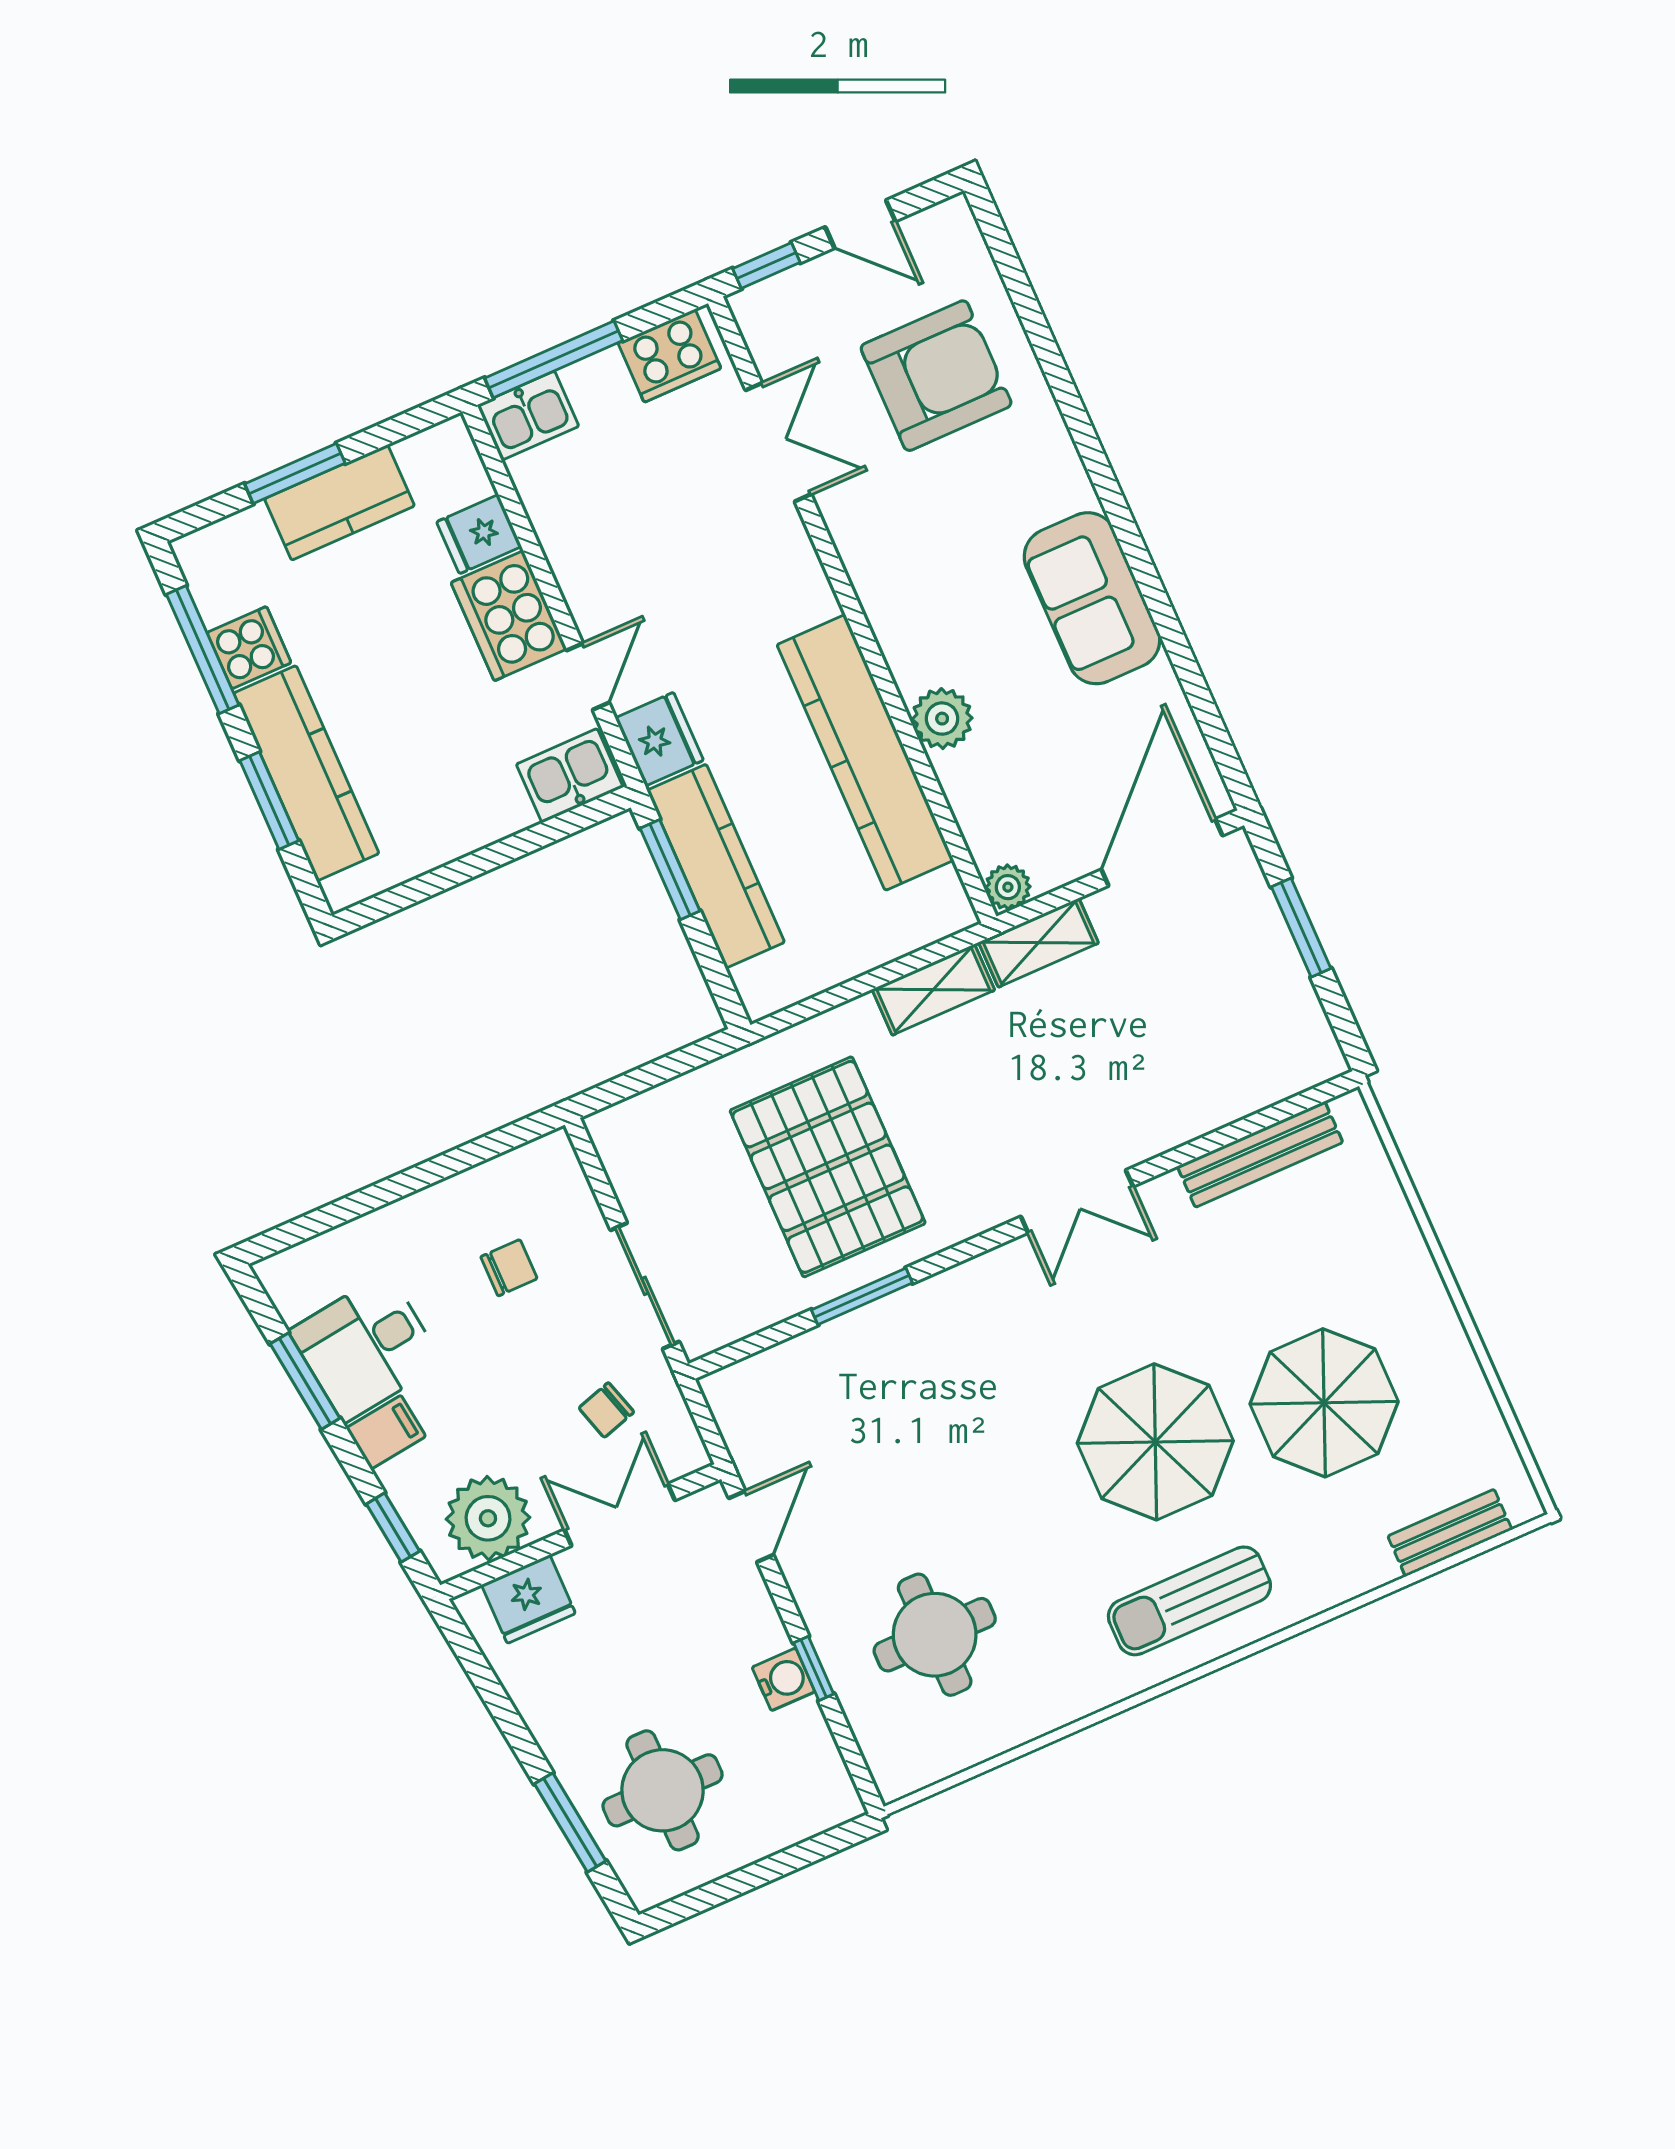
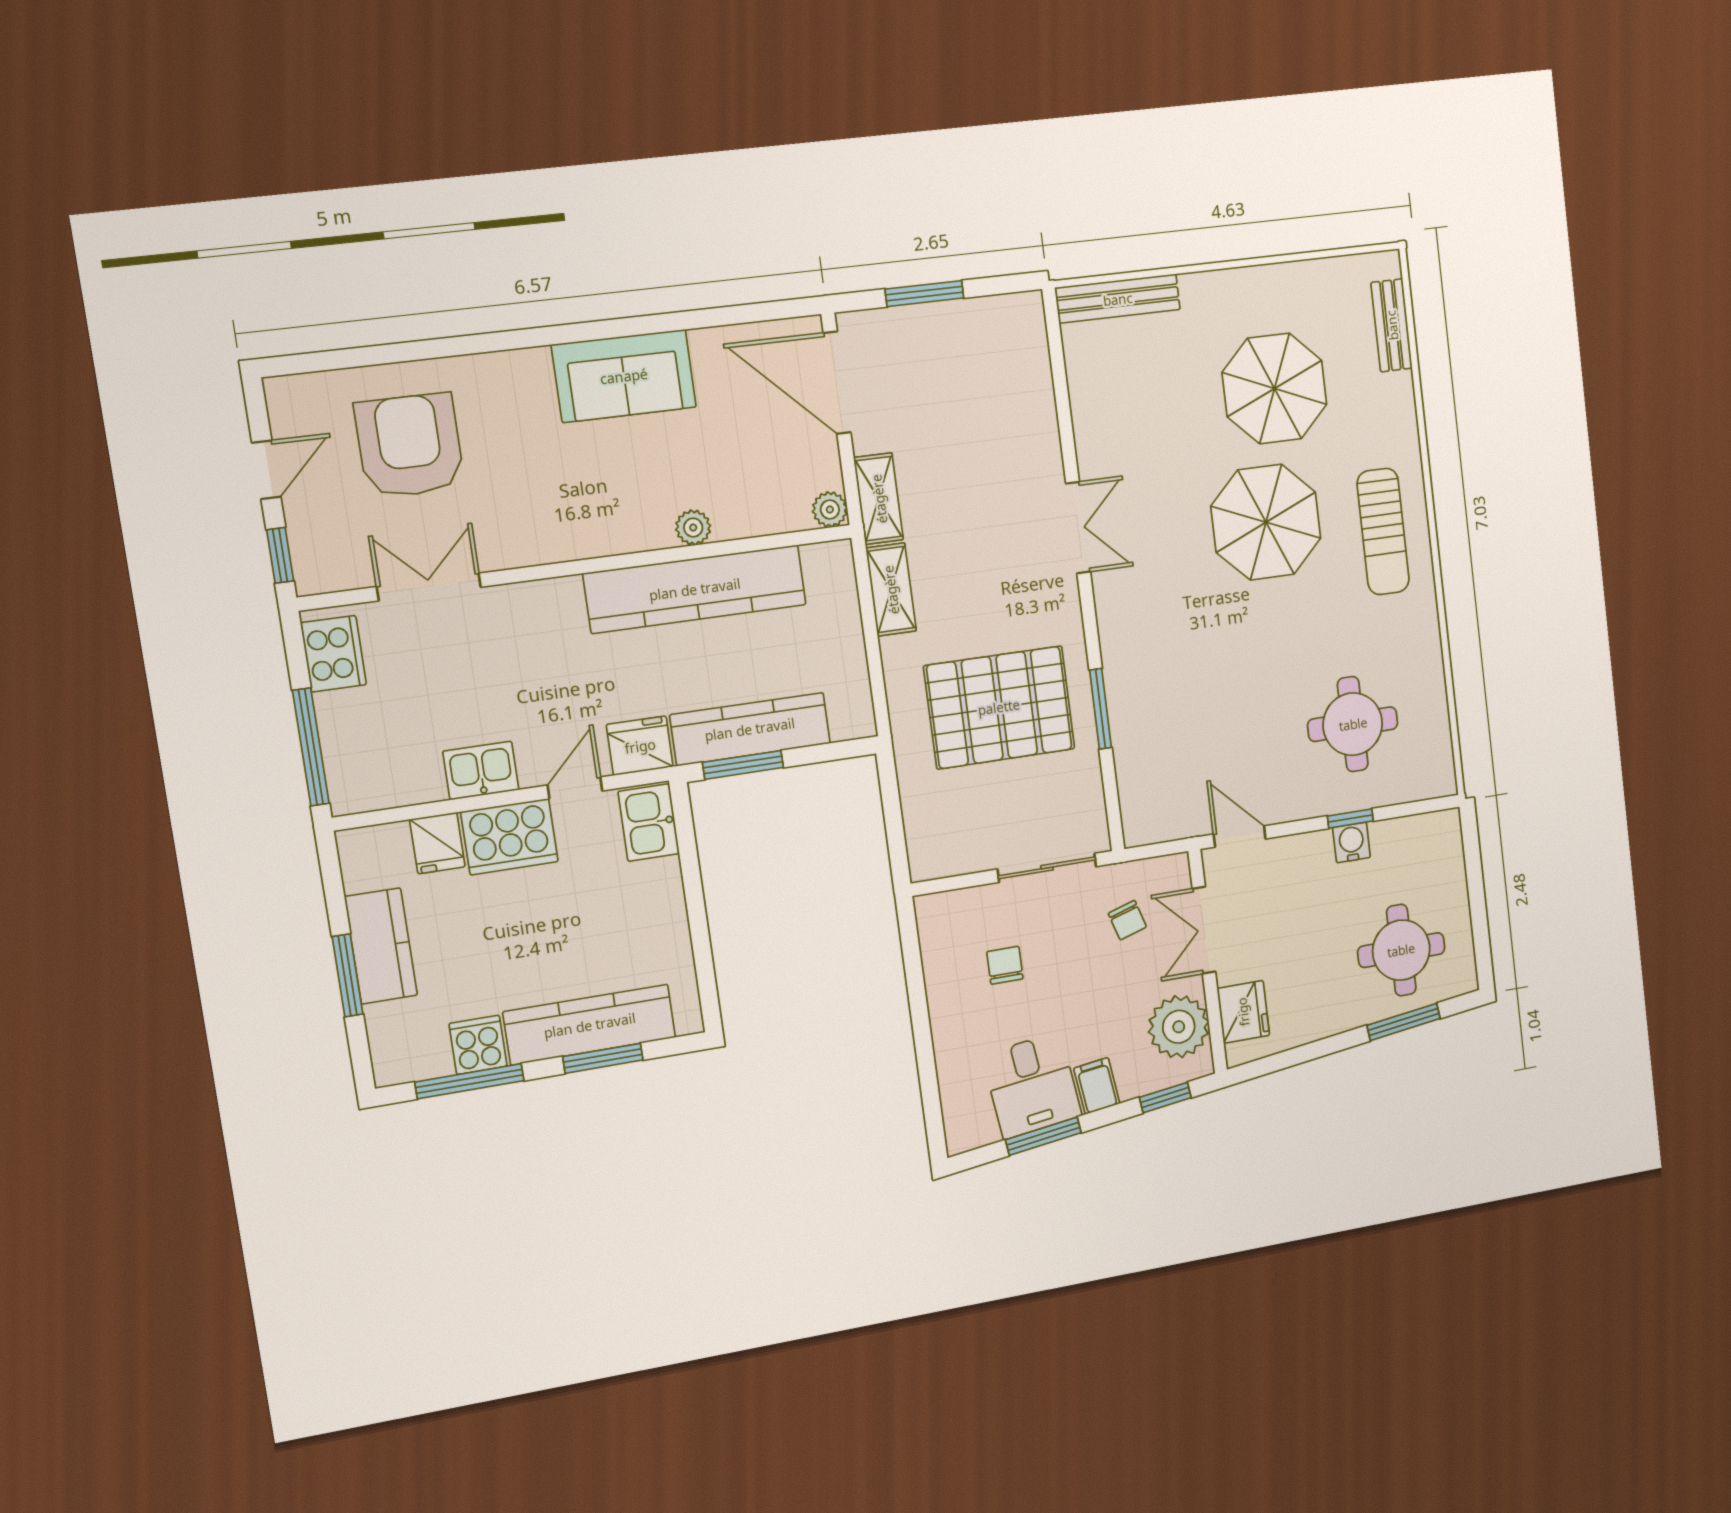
kitchen sink: (529, 415) -> (481, 771), moved, turned -90
door: (588, 676) -> (575, 788), hinge flipped
plant: (942, 719) -> (693, 528), width x0.73, depth x0.73
bench: (1260, 1154) -> (1118, 299), moved, turned 90

